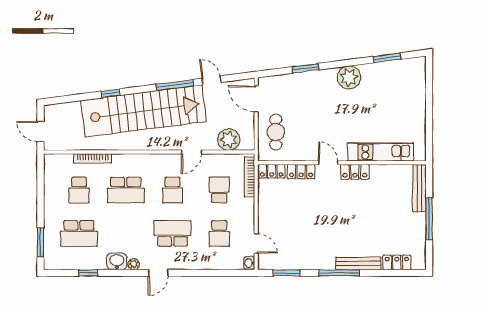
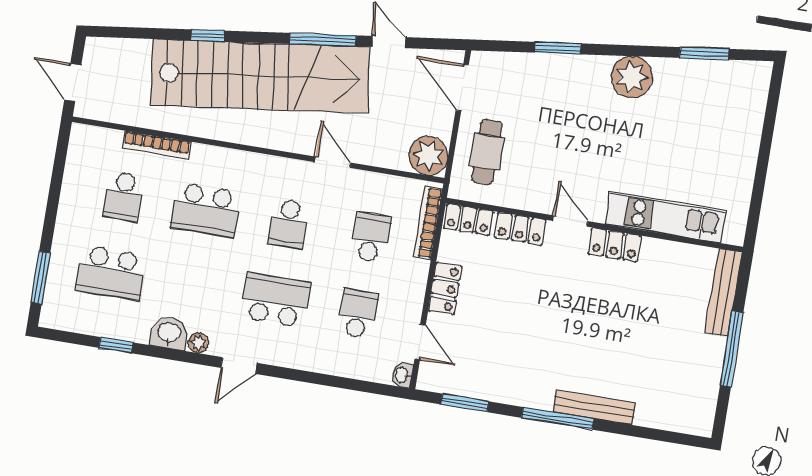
plant: (229, 140) -> (428, 156), moved
door: (191, 152) -> (333, 162), swing flipped
school desk: (219, 233) -> (358, 314), turned 180
locker: (397, 262) -> (445, 288), moved, turned 90

